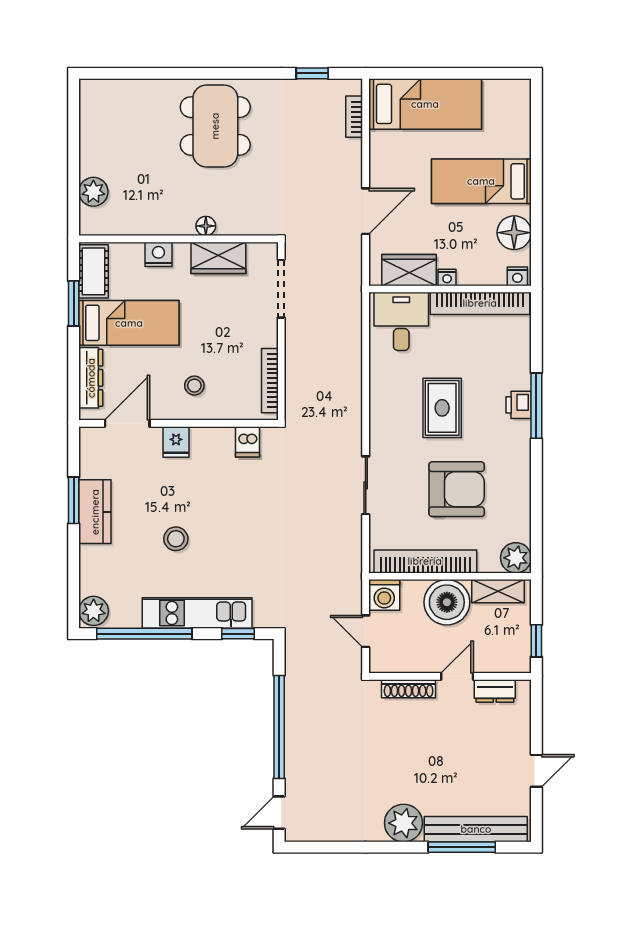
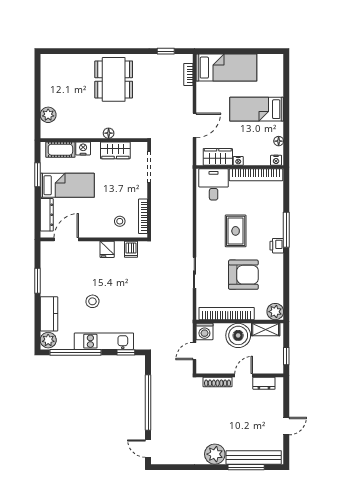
floor lamp: (514, 233) -> (279, 141), width x0.53, depth x0.53
cot: (93, 271) -> (60, 150), moved, turned 90
stool: (194, 386) -> (120, 221), moved
printer: (519, 405) -> (277, 246), moved
fridge: (176, 442) -> (107, 249), moved
kitchen counter: (95, 512) -> (49, 314), moved
door: (366, 631) -> (194, 351), hinge flipped
door: (279, 813) -> (148, 449), hinge flipped

